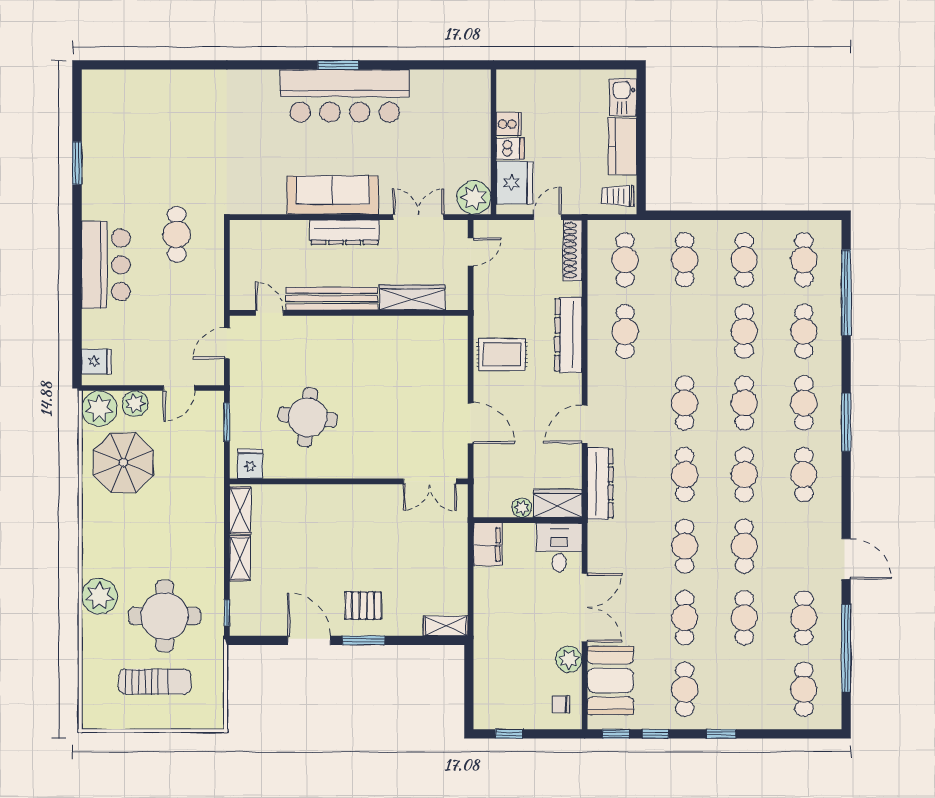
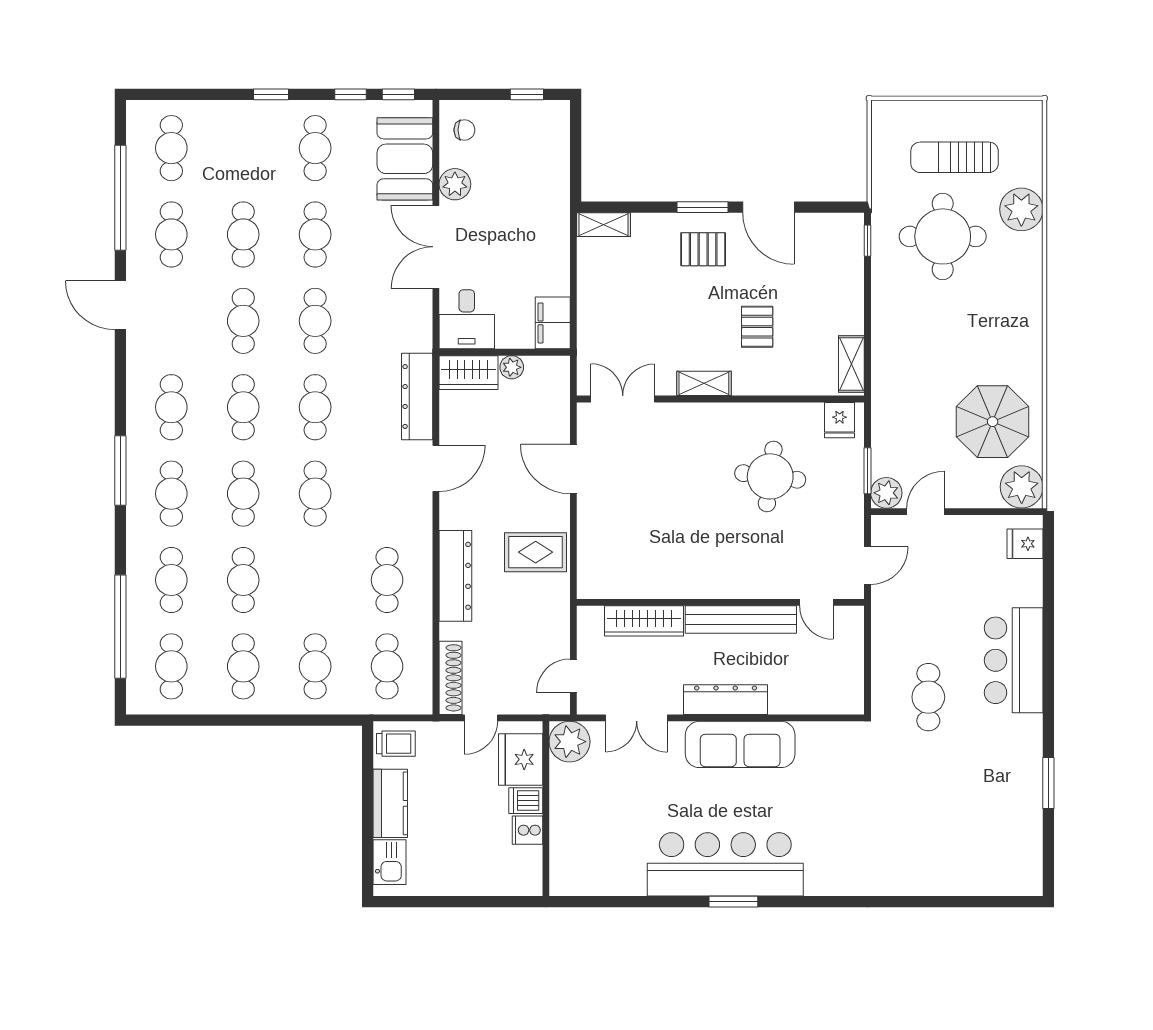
plant: (135, 404) -> (886, 493), moved
pallet: (318, 541) -> (757, 327), added
shelving: (240, 558) -> (704, 383), moved, turned 90
plant: (99, 596) -> (1021, 209), moved

